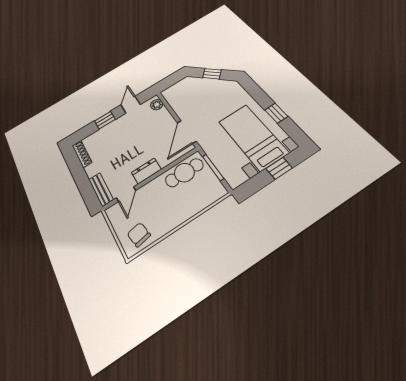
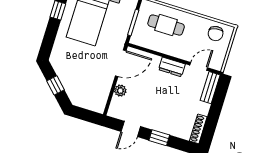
plant: (157, 105) -> (120, 91), moved
cafe table: (184, 173) -> (166, 25), moved

